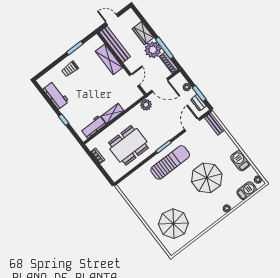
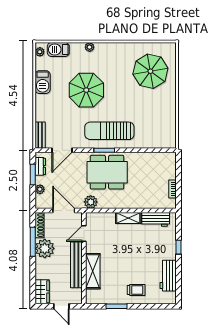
wardrobe: (143, 33) -> (42, 292), moved
bench: (115, 44) -> (76, 265), moved
dining table: (128, 145) -> (107, 172), moved

